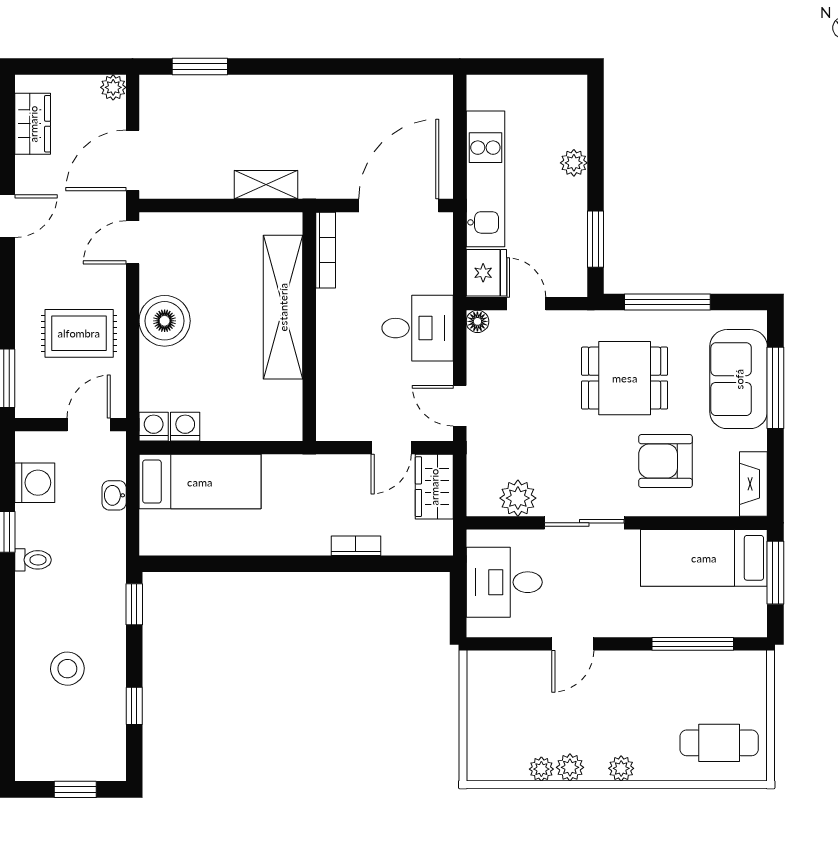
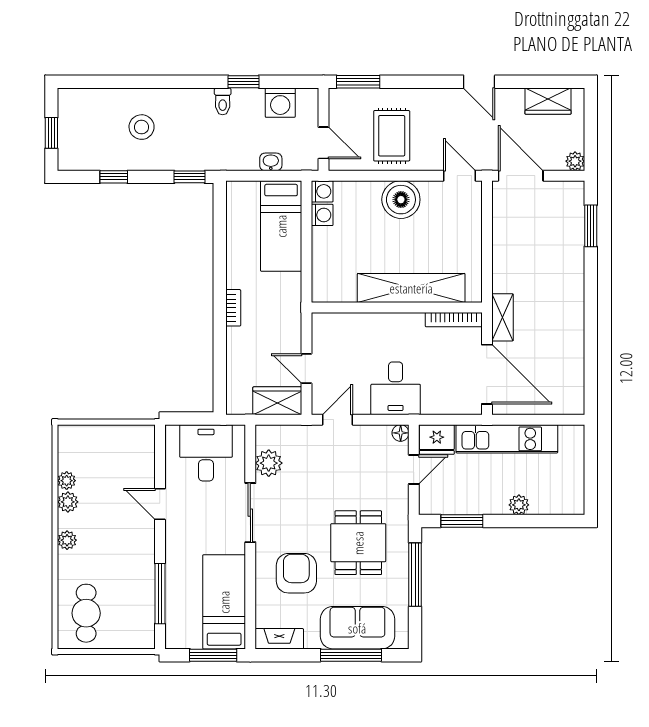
shelving: (266, 185) -> (503, 317), moved
bookcase: (356, 546) -> (233, 308), moved

